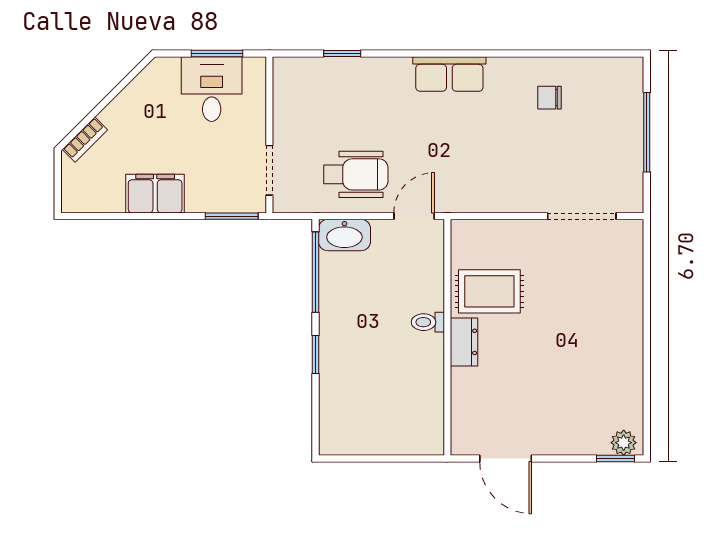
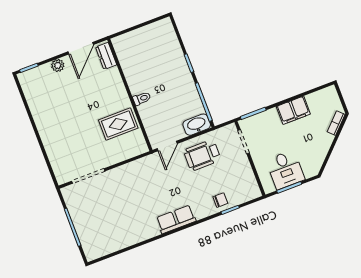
chair: (550, 98) -> (220, 200), moved
dresser: (464, 342) -> (106, 56), moved
plant: (624, 443) -> (58, 65), moved
door: (506, 458) -> (81, 48), swing flipped

